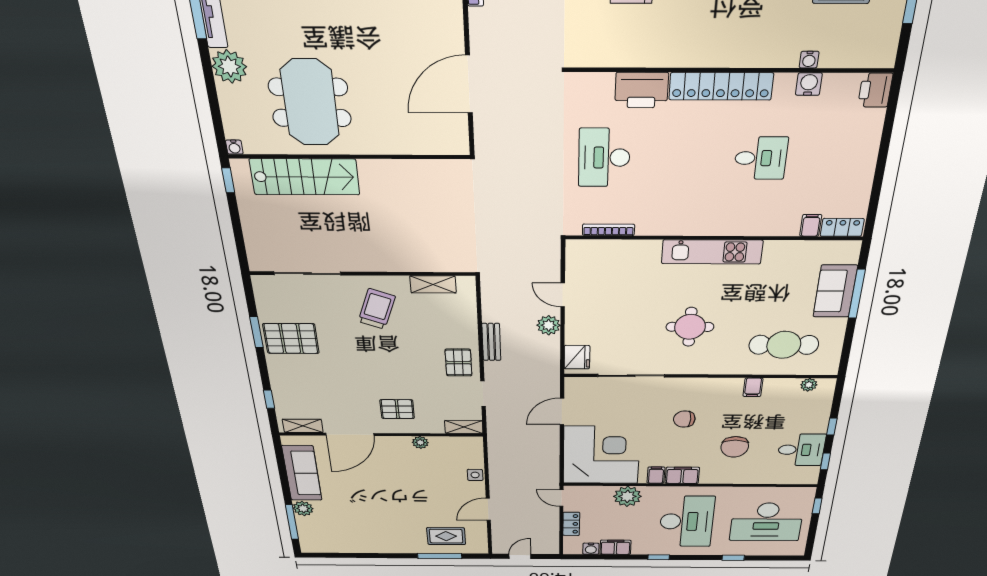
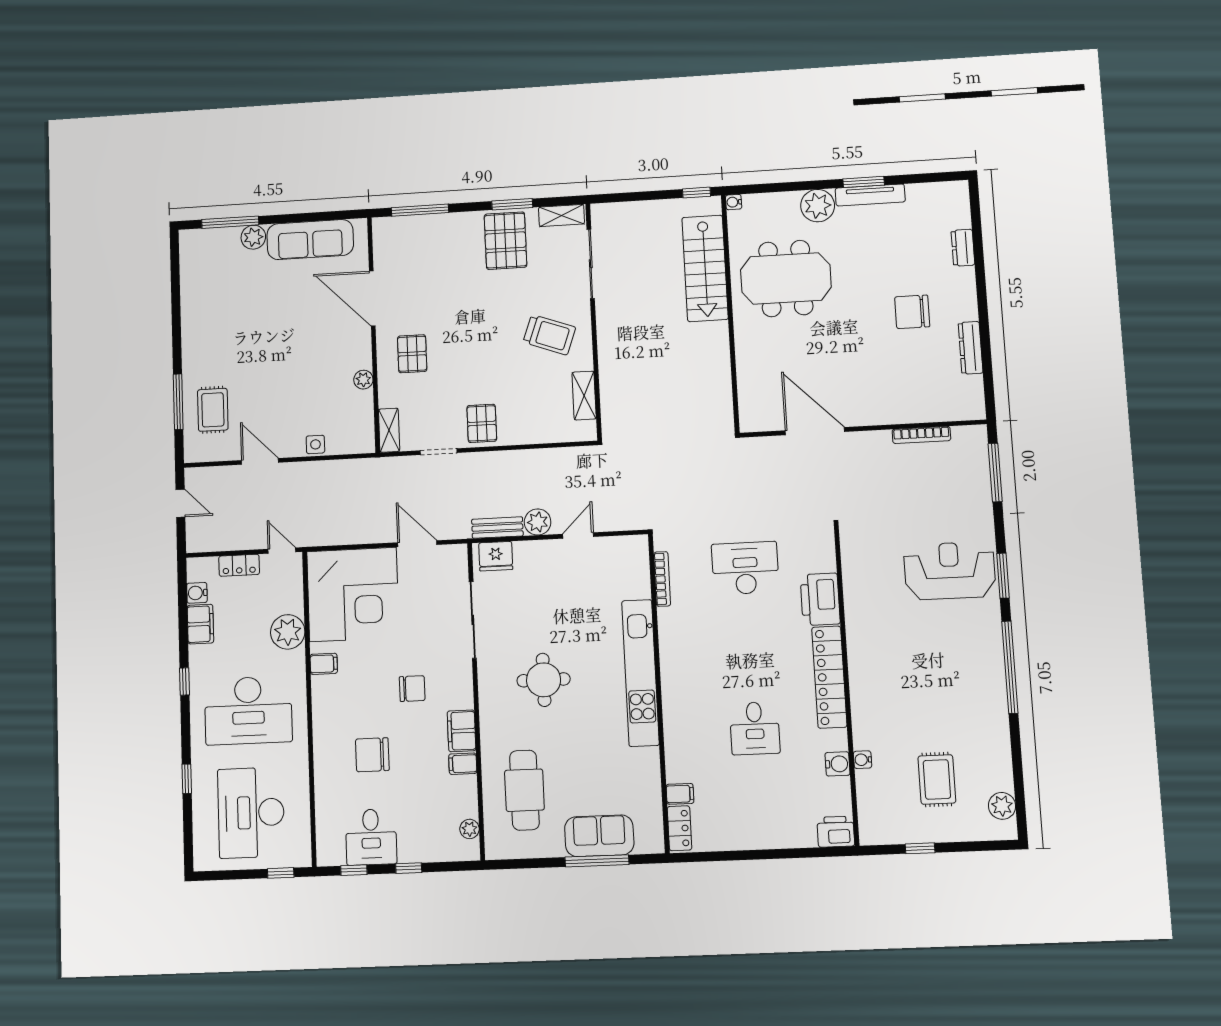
kitchen unit: (712, 252) -> (640, 673), width x1.36
bench: (491, 342) -> (497, 528), moved
pallet: (458, 363) -> (482, 423), turned 90
window: (269, 399) -> (420, 210), width x2.17
chair: (684, 419) -> (412, 689), turned 90
shelving: (303, 426) -> (561, 215), moved, turned 90
filing cabinet: (682, 475) -> (462, 731), moved, turned 180
door: (561, 498) -> (282, 551), hinge flipped

